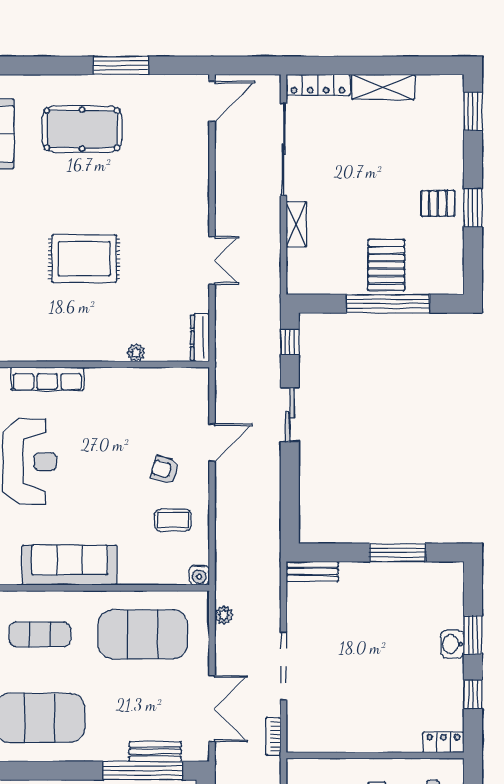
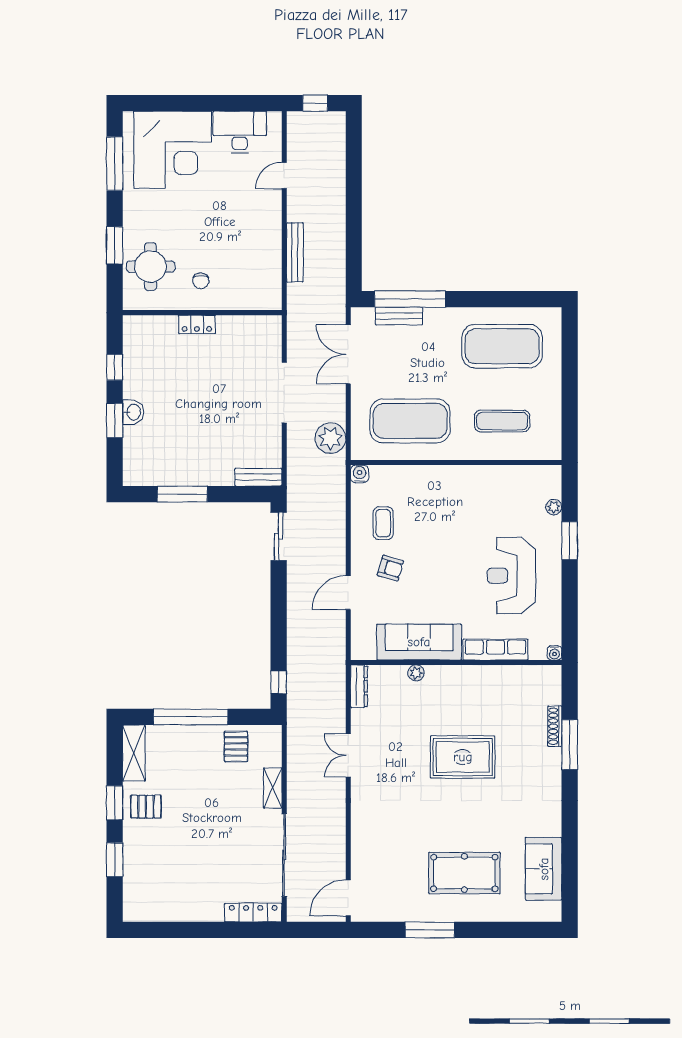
shelving: (383, 87) -> (134, 753), moved, turned 90
window: (473, 111) -> (115, 860), moved
pallet: (386, 265) -> (236, 746), moved, width x0.67, depth x0.71
sliding door: (290, 415) -> (279, 536), moved
coffee table: (173, 520) -> (383, 523), turned 90
sofa: (70, 565) -> (419, 642), moved, turned 180
plant: (224, 615) -> (330, 438), width x1.87, depth x1.87
bookcase: (273, 736) -> (293, 330), removed
locker: (443, 742) -> (197, 324), moved

